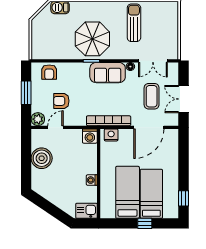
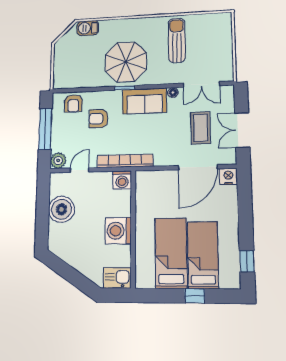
window: (26, 93) -> (45, 129), width x1.44
armchair: (61, 101) -> (99, 119), moved
bookcase: (109, 121) -> (125, 161), moved
nightstand: (111, 135) -> (228, 176), moved
washing machine: (92, 180) -> (118, 231), width x1.89, depth x1.89

